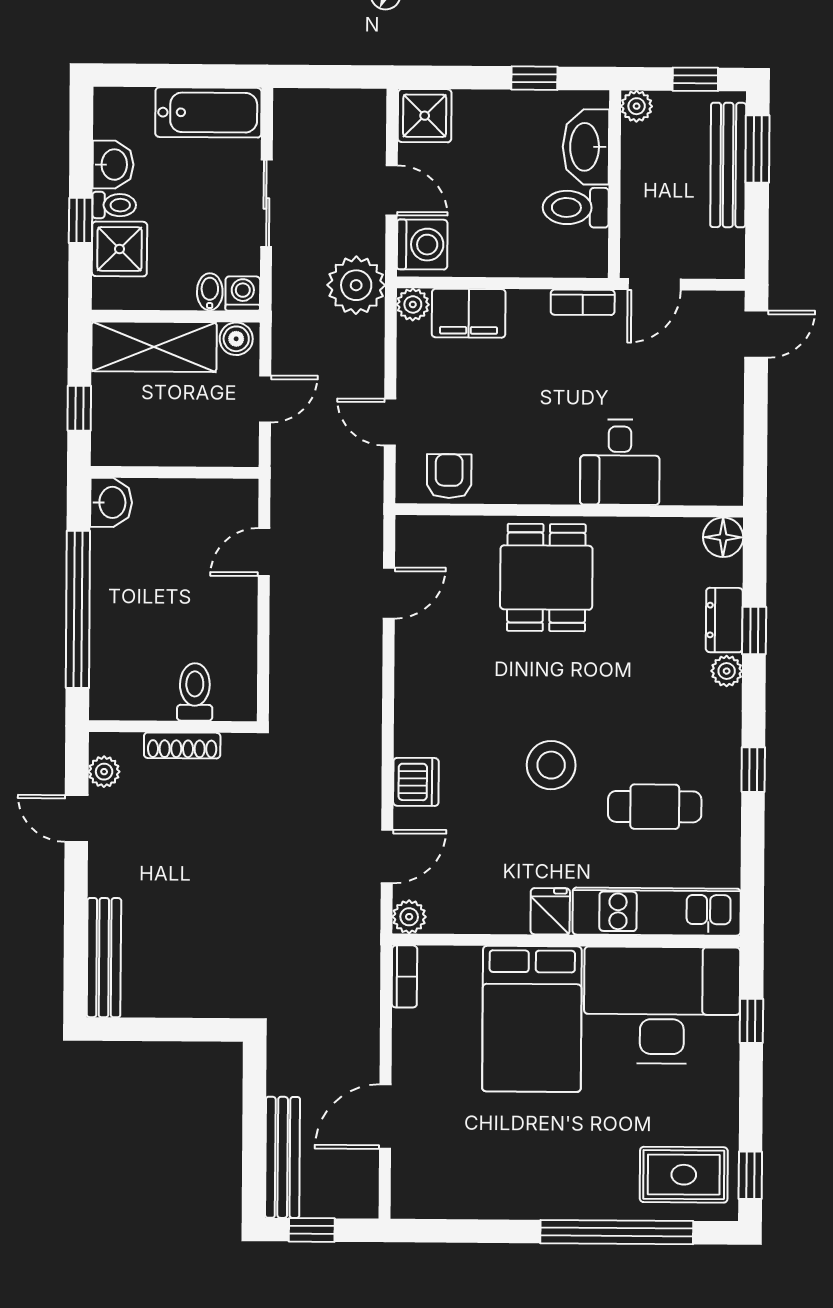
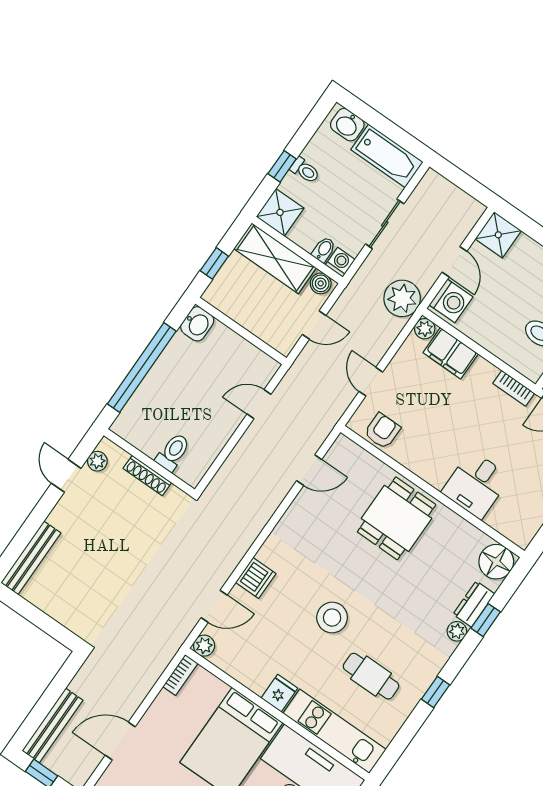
washbasin: (113, 165) -> (347, 125), moved, turned 90
shower: (120, 249) -> (280, 212), moved
floor lamp: (723, 537) -> (496, 562), width x1.38, depth x1.38

